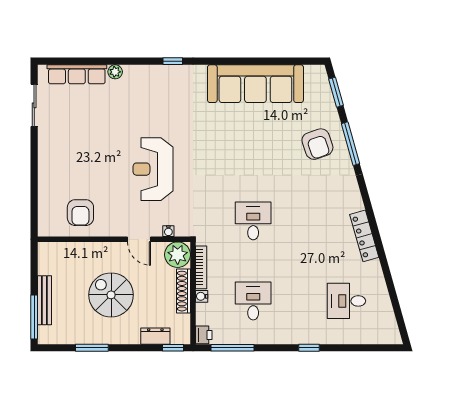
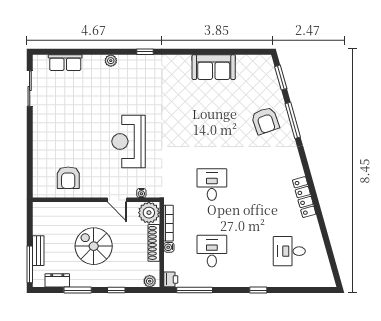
plant: (115, 72) -> (111, 61), moved
row of seats: (77, 74) -> (65, 63), width x0.68
sofa: (255, 84) -> (214, 67), width x0.54, depth x0.79
bench: (44, 300) -> (38, 251), width x0.73
dresser: (155, 336) -> (57, 280), moved
plant: (178, 337) -> (150, 281), added
window: (173, 348) -> (116, 290), moved

